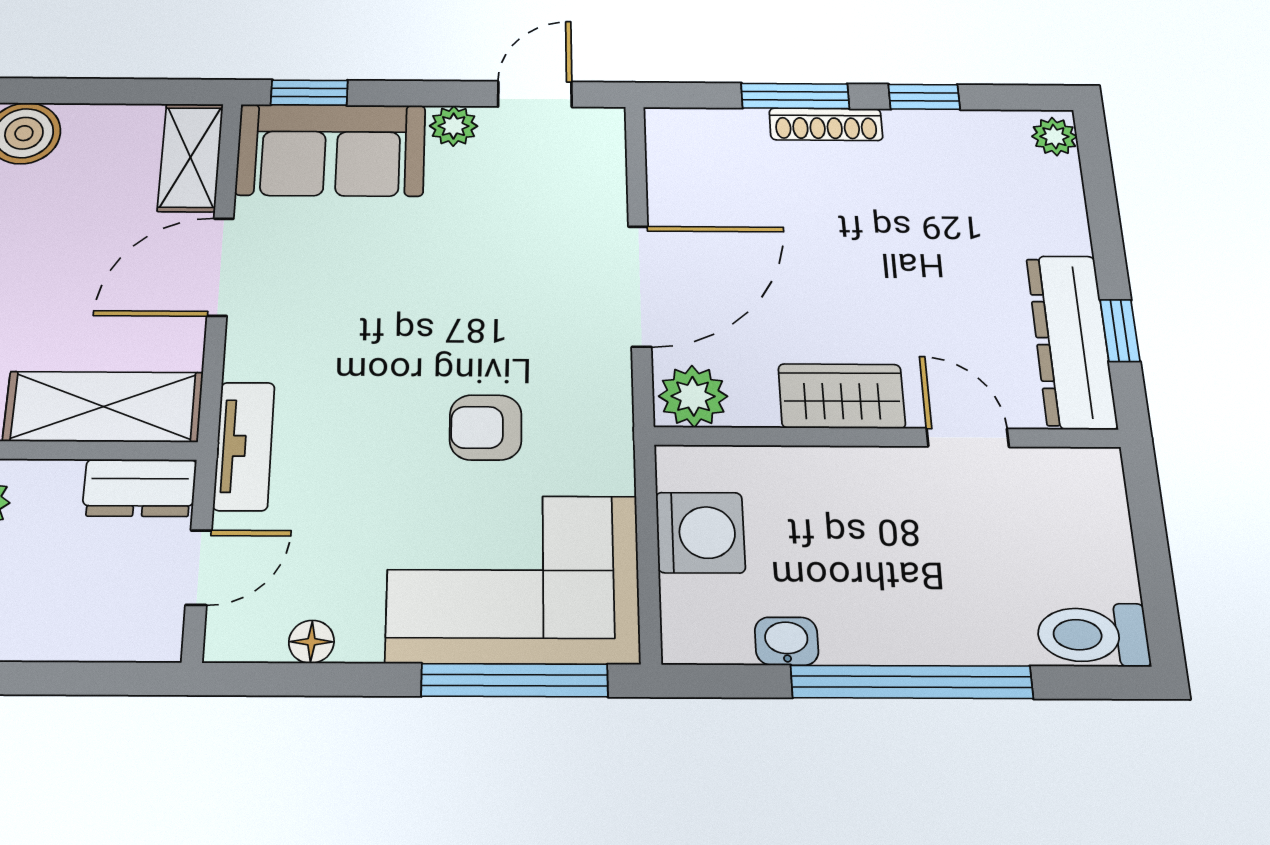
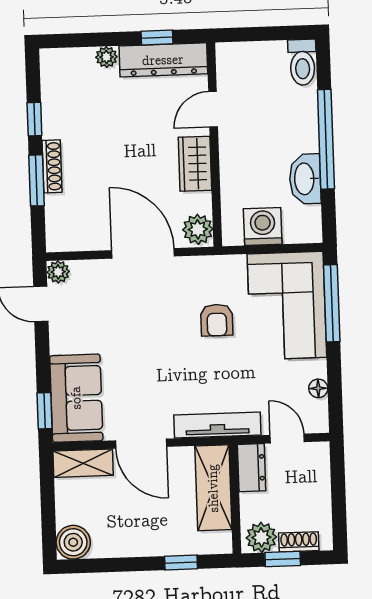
plant: (454, 126) -> (58, 272), moved
plant: (1054, 137) -> (106, 57), moved
tv unit: (244, 446) -> (217, 425), width x1.41
washbasin: (786, 641) -> (305, 179), width x1.91, depth x1.45

